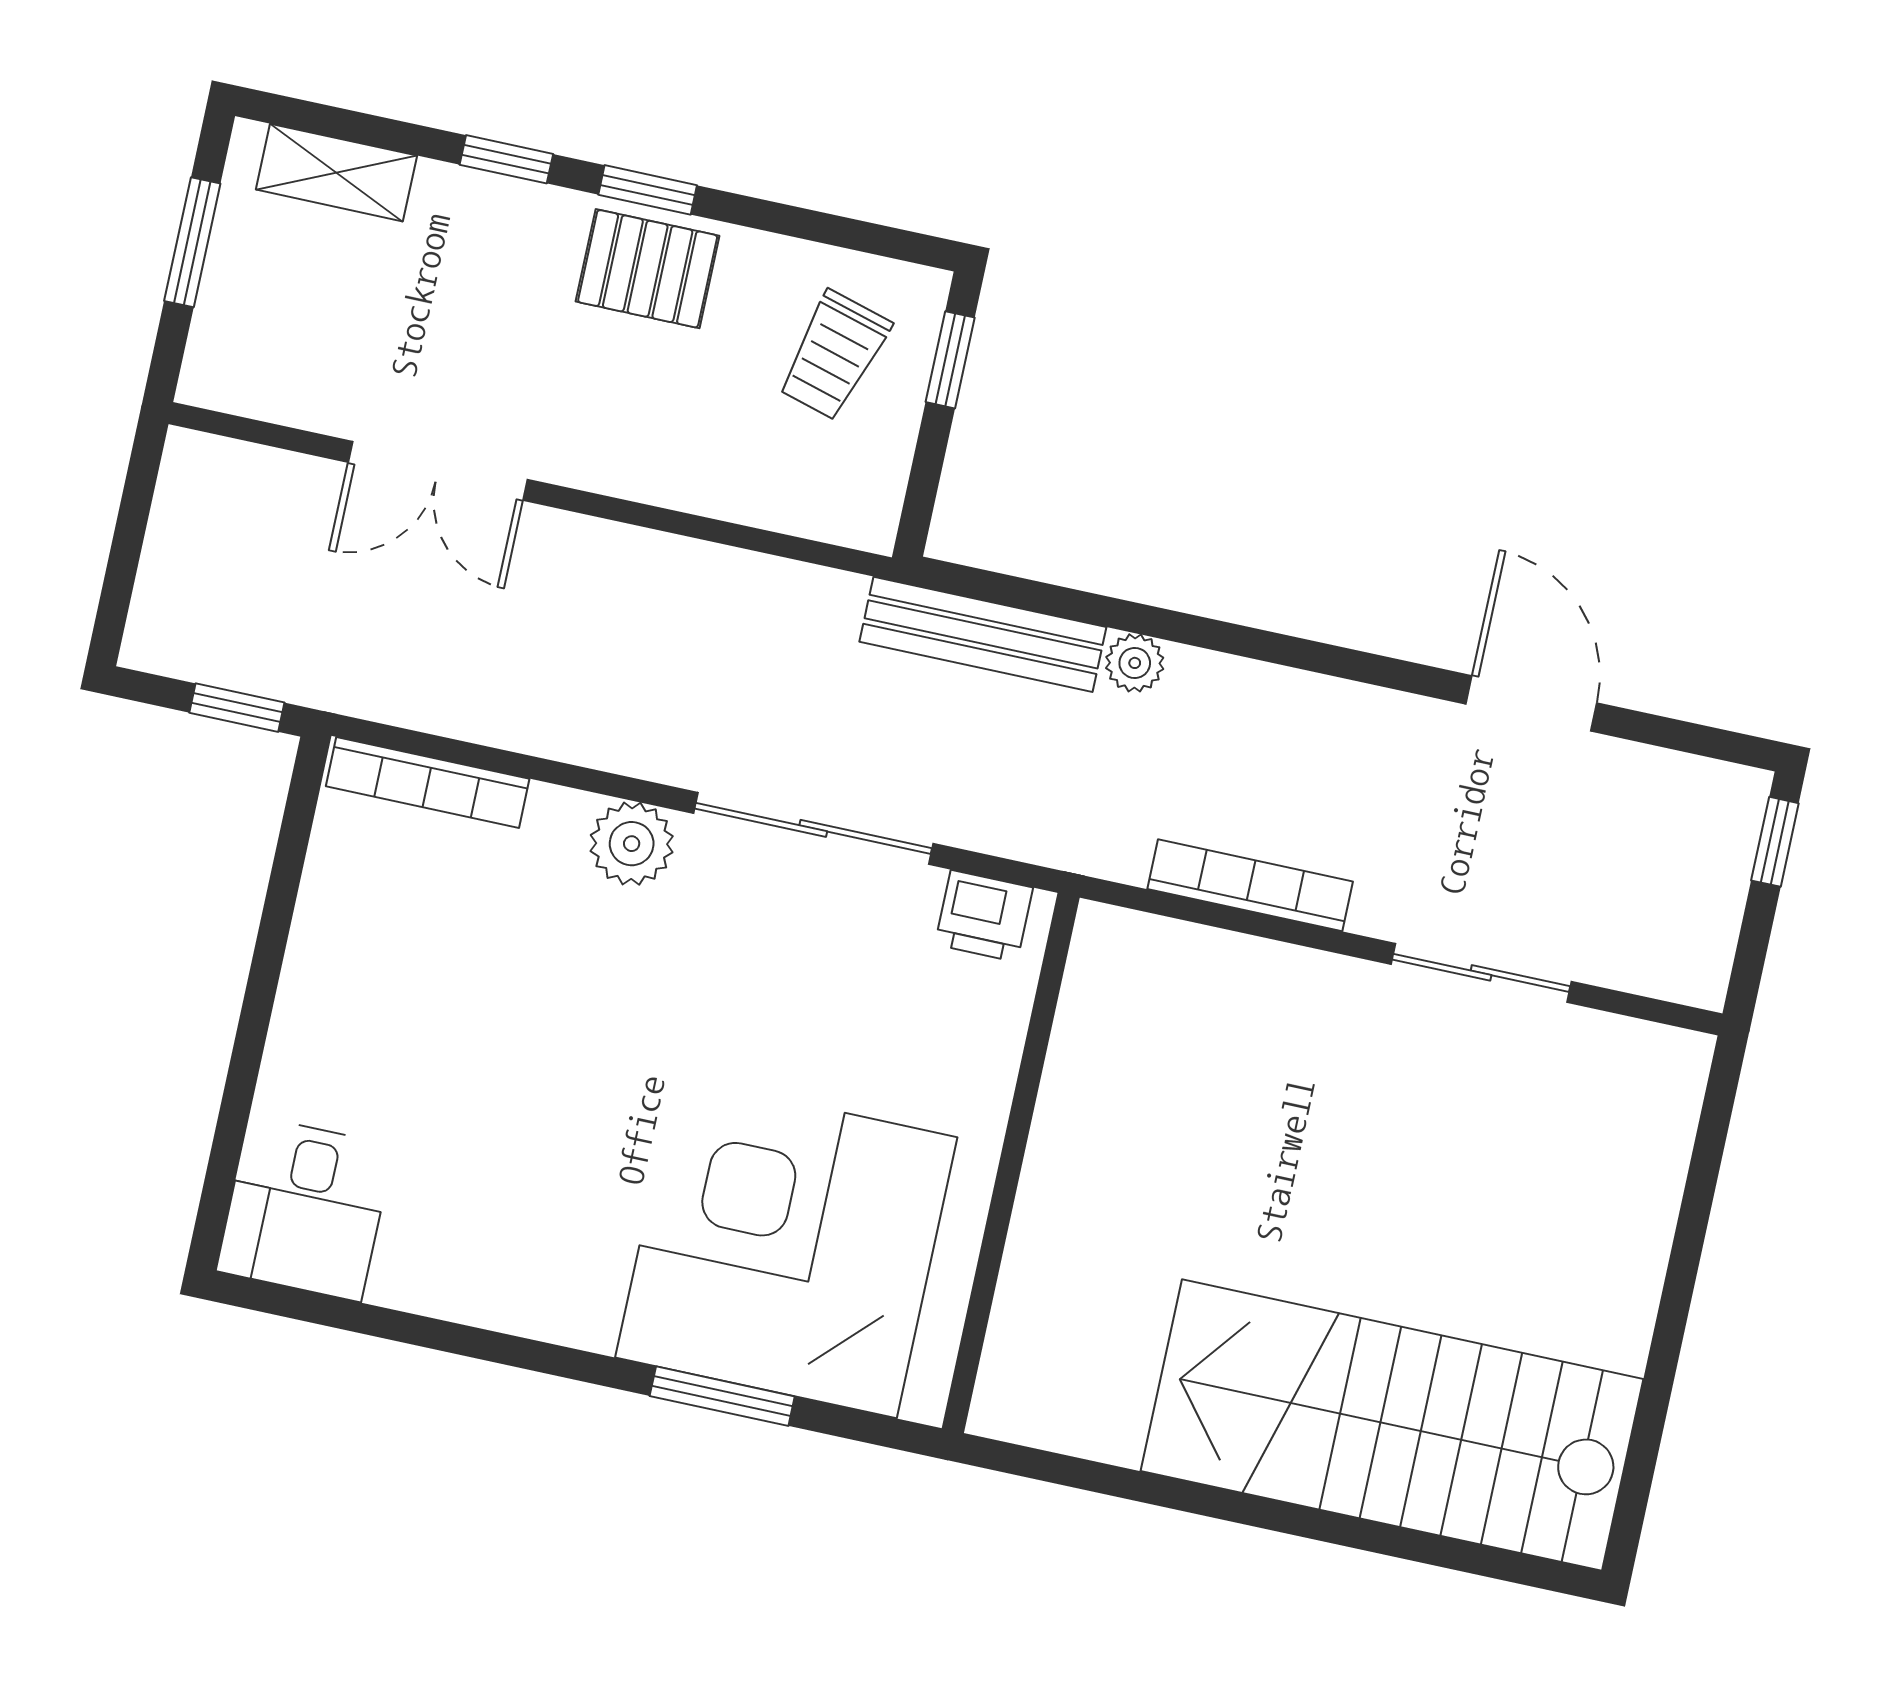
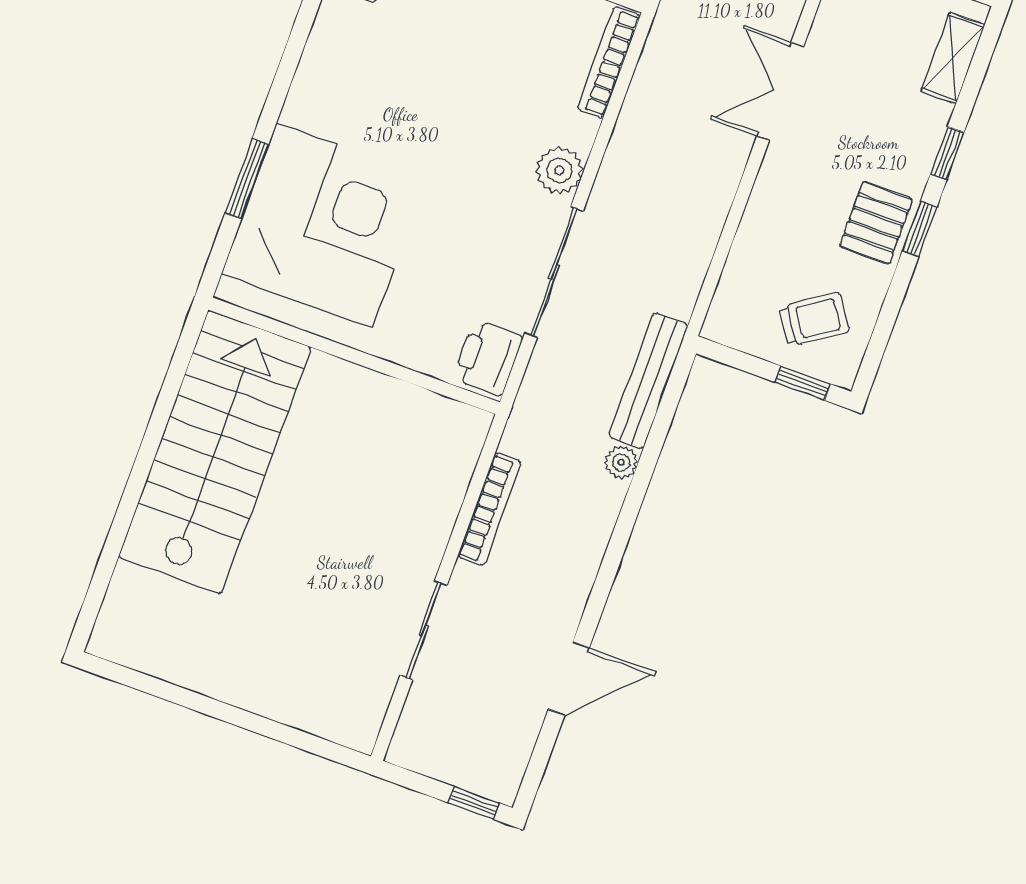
trolley: (834, 355) -> (814, 319), turned 130
printer: (984, 916) -> (488, 358), width x1.36, depth x1.24
stairs: (1392, 1425) -> (215, 452), moved

